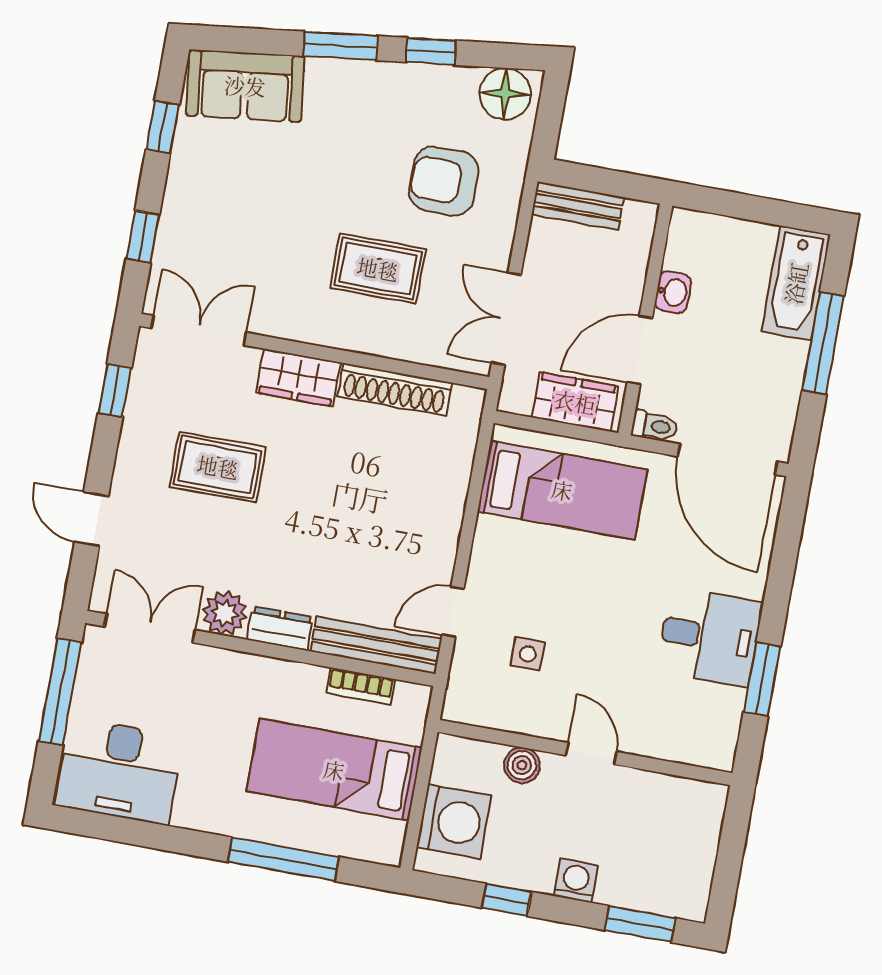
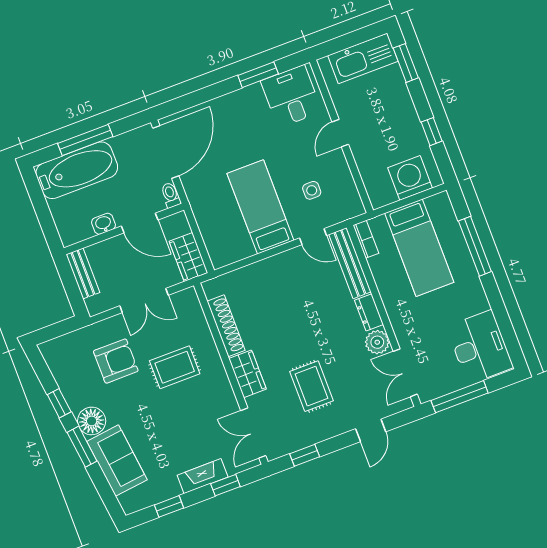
sofa: (245, 86) -> (117, 461), moved
floor lamp: (505, 94) -> (92, 421), moved
armchair: (444, 181) -> (116, 361), turned -90
bench: (578, 206) -> (83, 273), moved
fireplace: (179, 209) -> (203, 476), added
rug: (378, 269) -> (175, 367), turned 90
bathtub: (796, 283) -> (77, 170), width x1.36, depth x1.36
double door: (506, 319) -> (144, 301), moved
wardrobe: (575, 402) -> (189, 257), moved
bed: (562, 490) -> (260, 207), moved
desk: (710, 637) -> (291, 96), moved
bookcase: (361, 686) -> (366, 239), moved
boiler: (522, 765) -> (365, 162), removed
kitchen sink: (688, 861) -> (363, 58), added
washing machine: (576, 881) -> (403, 105), removed

